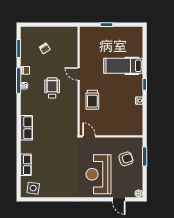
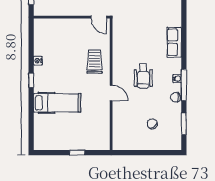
row of seats: (27, 128) -> (174, 42), moved

